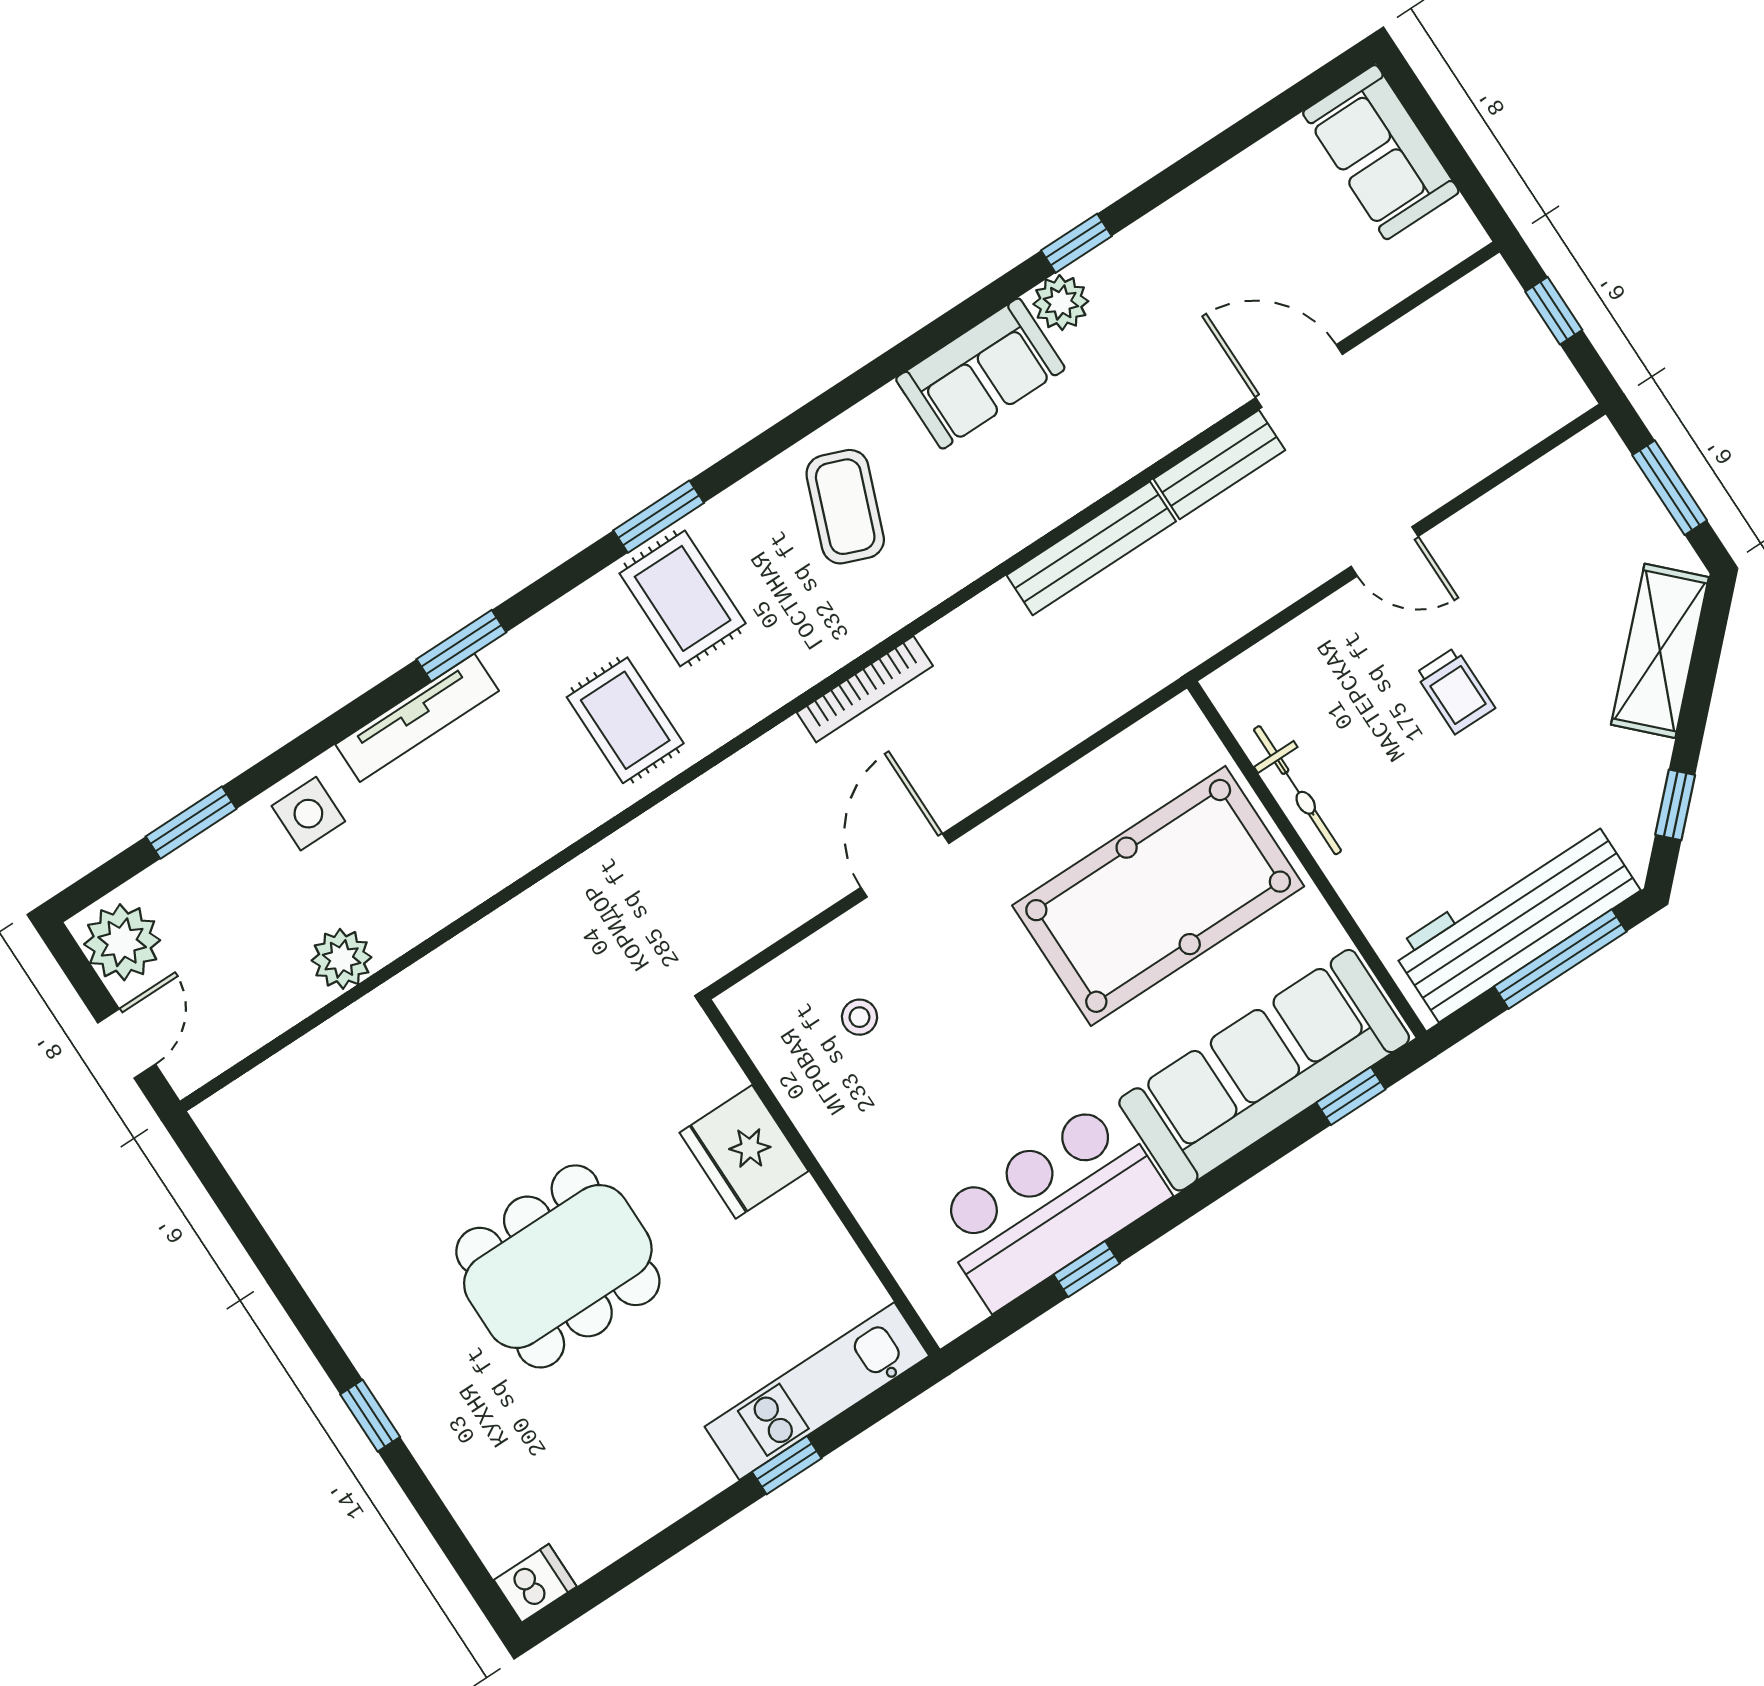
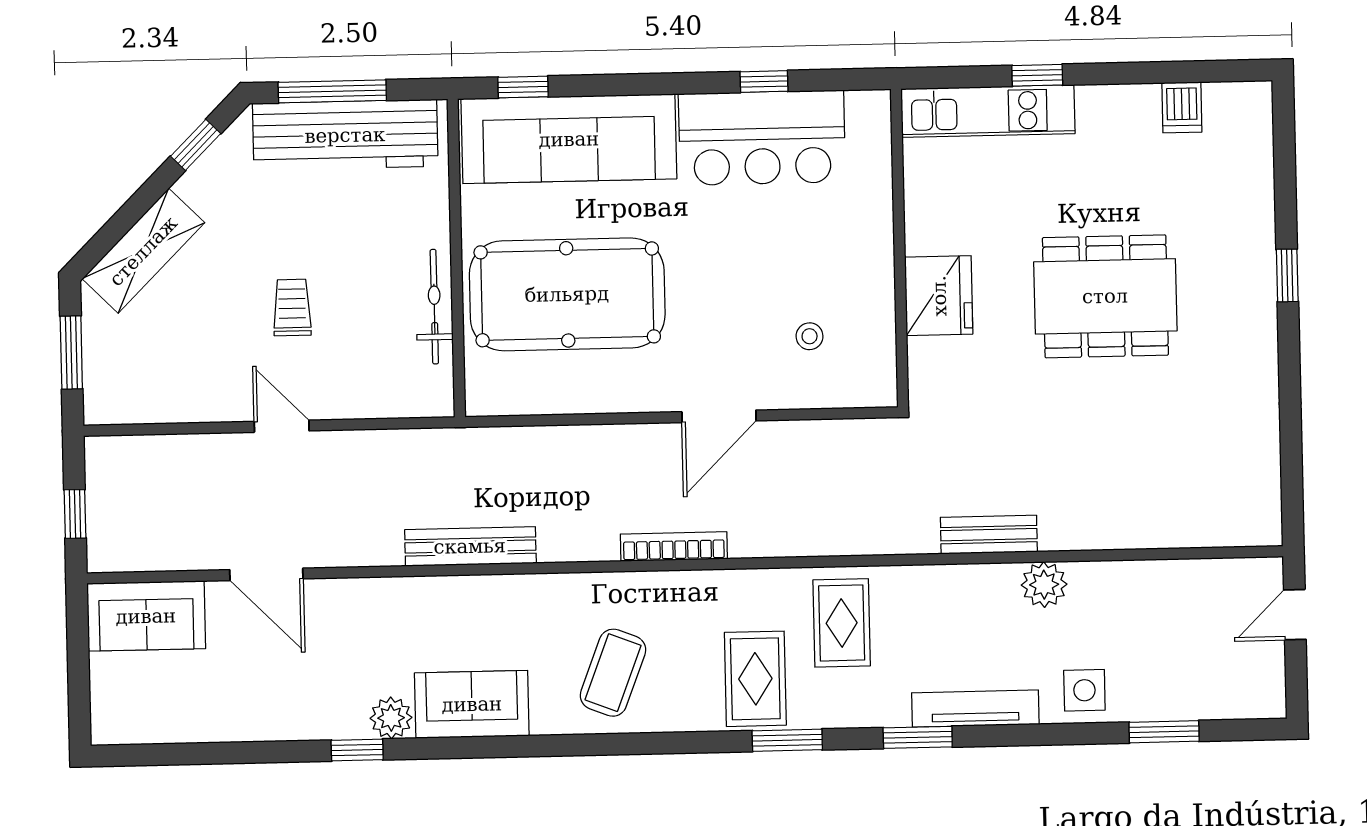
sofa: (1381, 152) -> (146, 616), moved, turned 90
bench: (1219, 465) -> (989, 535), moved
window: (659, 517) -> (787, 740), moved
plant: (122, 942) -> (1257, 682), removed
plant: (342, 959) -> (1044, 585), moved
dishwasher: (535, 1583) -> (1182, 107), moved, turned -90

